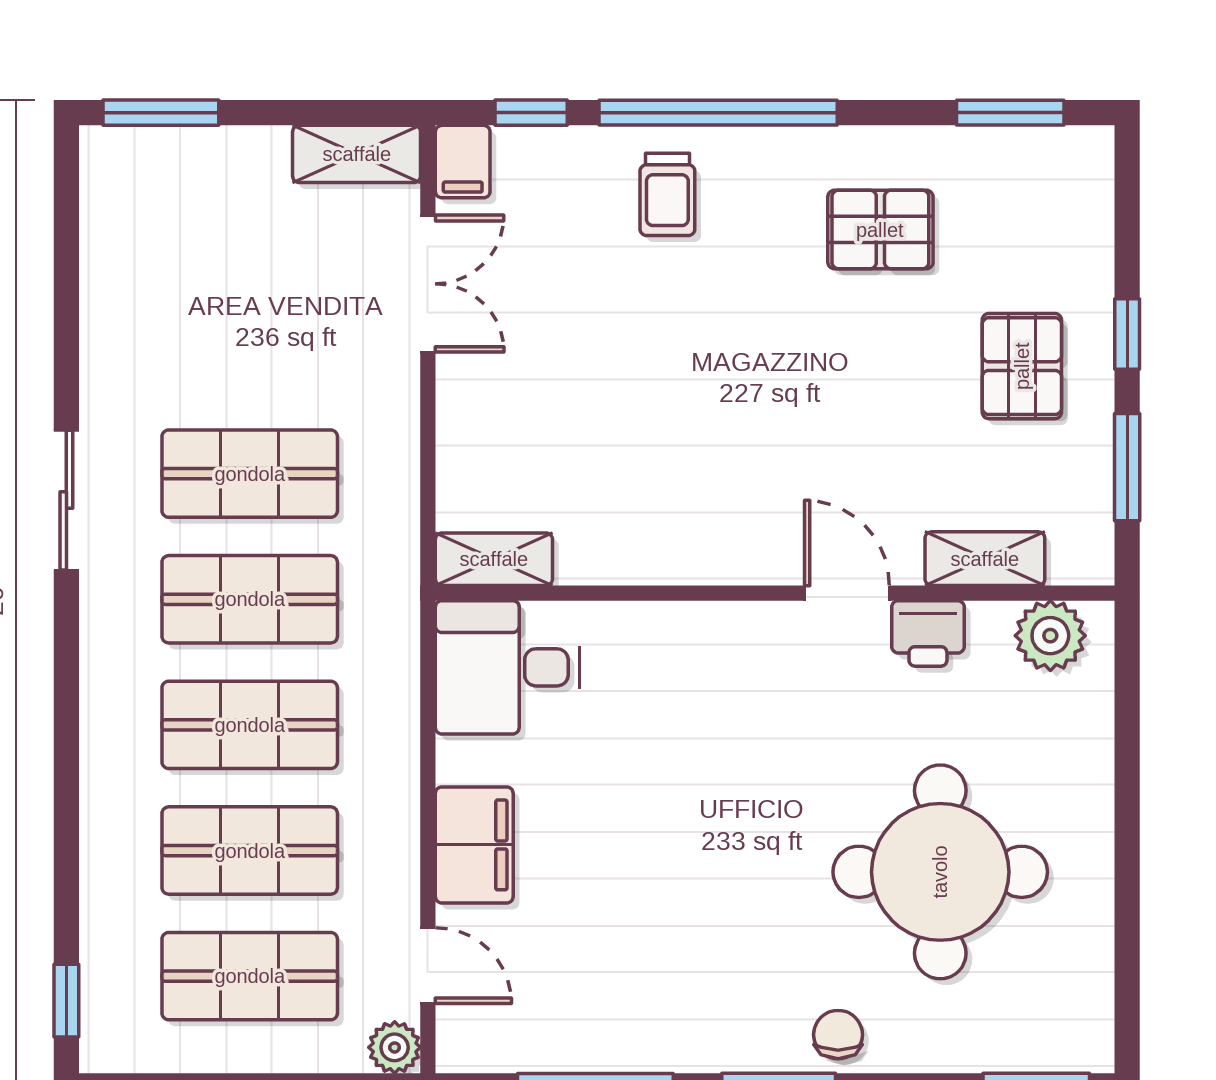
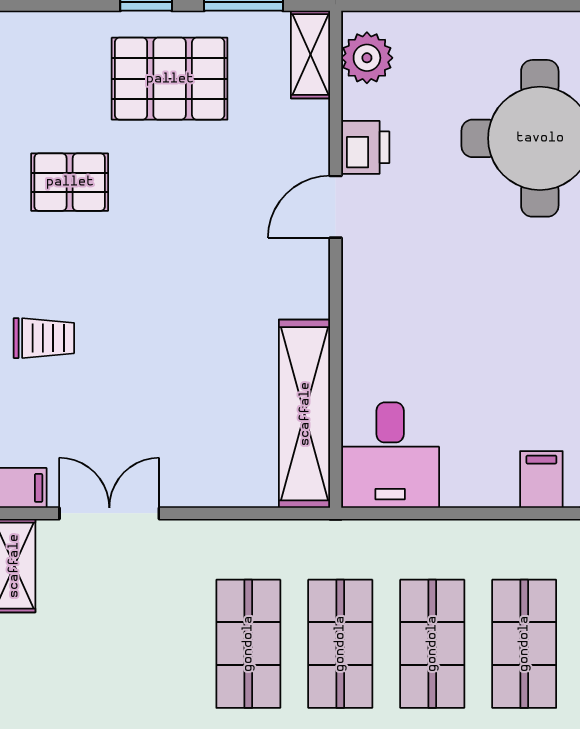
pallet: (880, 230) -> (70, 182), turned 90
pallet: (1022, 366) -> (170, 79), width x1.50, depth x1.42
shelving: (494, 559) -> (305, 414), width x2.20, depth x1.33
shelving: (985, 559) -> (311, 55), moved
filing cabinet: (474, 845) -> (541, 479), width x0.50

